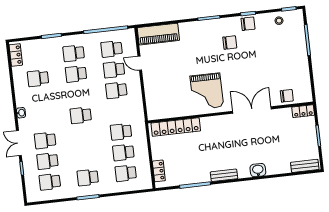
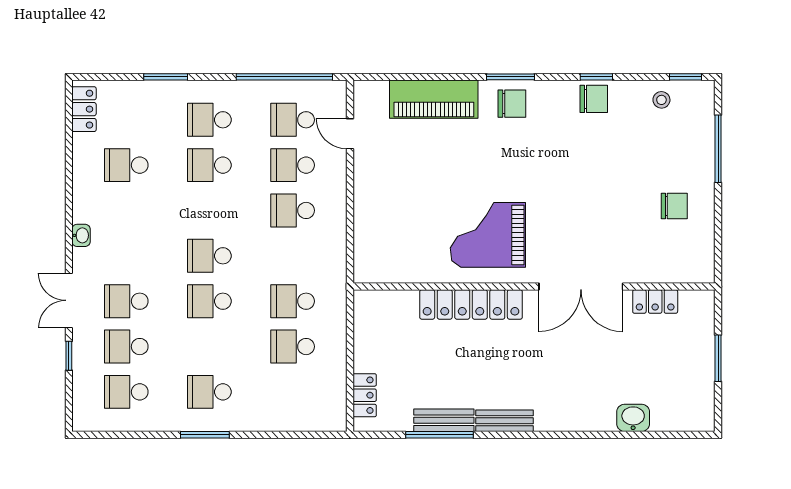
piano: (158, 34) -> (434, 99), moved
chair: (230, 43) -> (512, 104), moved
door: (140, 63) -> (350, 134), moved
grand piano: (207, 91) -> (488, 235), turned 90
chair: (287, 96) -> (674, 206), moved
double door: (252, 110) -> (581, 286), swing flipped
locker: (303, 111) -> (655, 302), moved
locker: (176, 127) -> (471, 304), moved
bench: (305, 166) -> (444, 420), moved
washbasin: (258, 170) -> (633, 418), moved
school desk: (126, 173) -> (209, 301), moved

